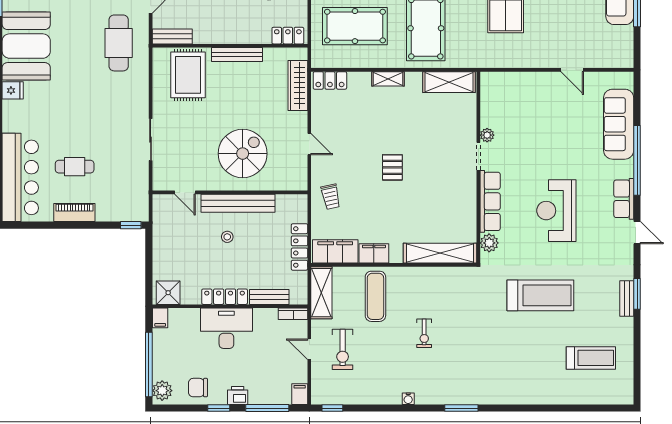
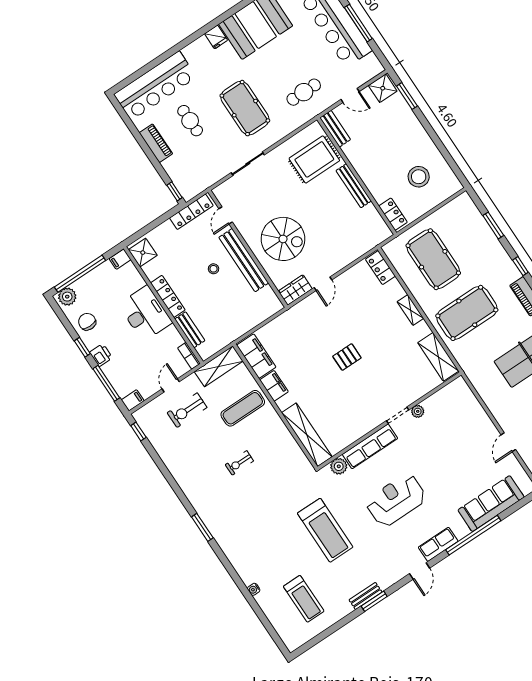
cafe table: (119, 43) -> (304, 92), width x0.73, depth x0.74
wardrobe: (298, 85) -> (295, 290), moved, width x0.67
pool table: (97, 108) -> (245, 108), added
trolley: (331, 197) -> (295, 326), removed
locker: (299, 247) -> (191, 212), moved, turned 180
water cooler: (408, 399) -> (254, 589), moved

